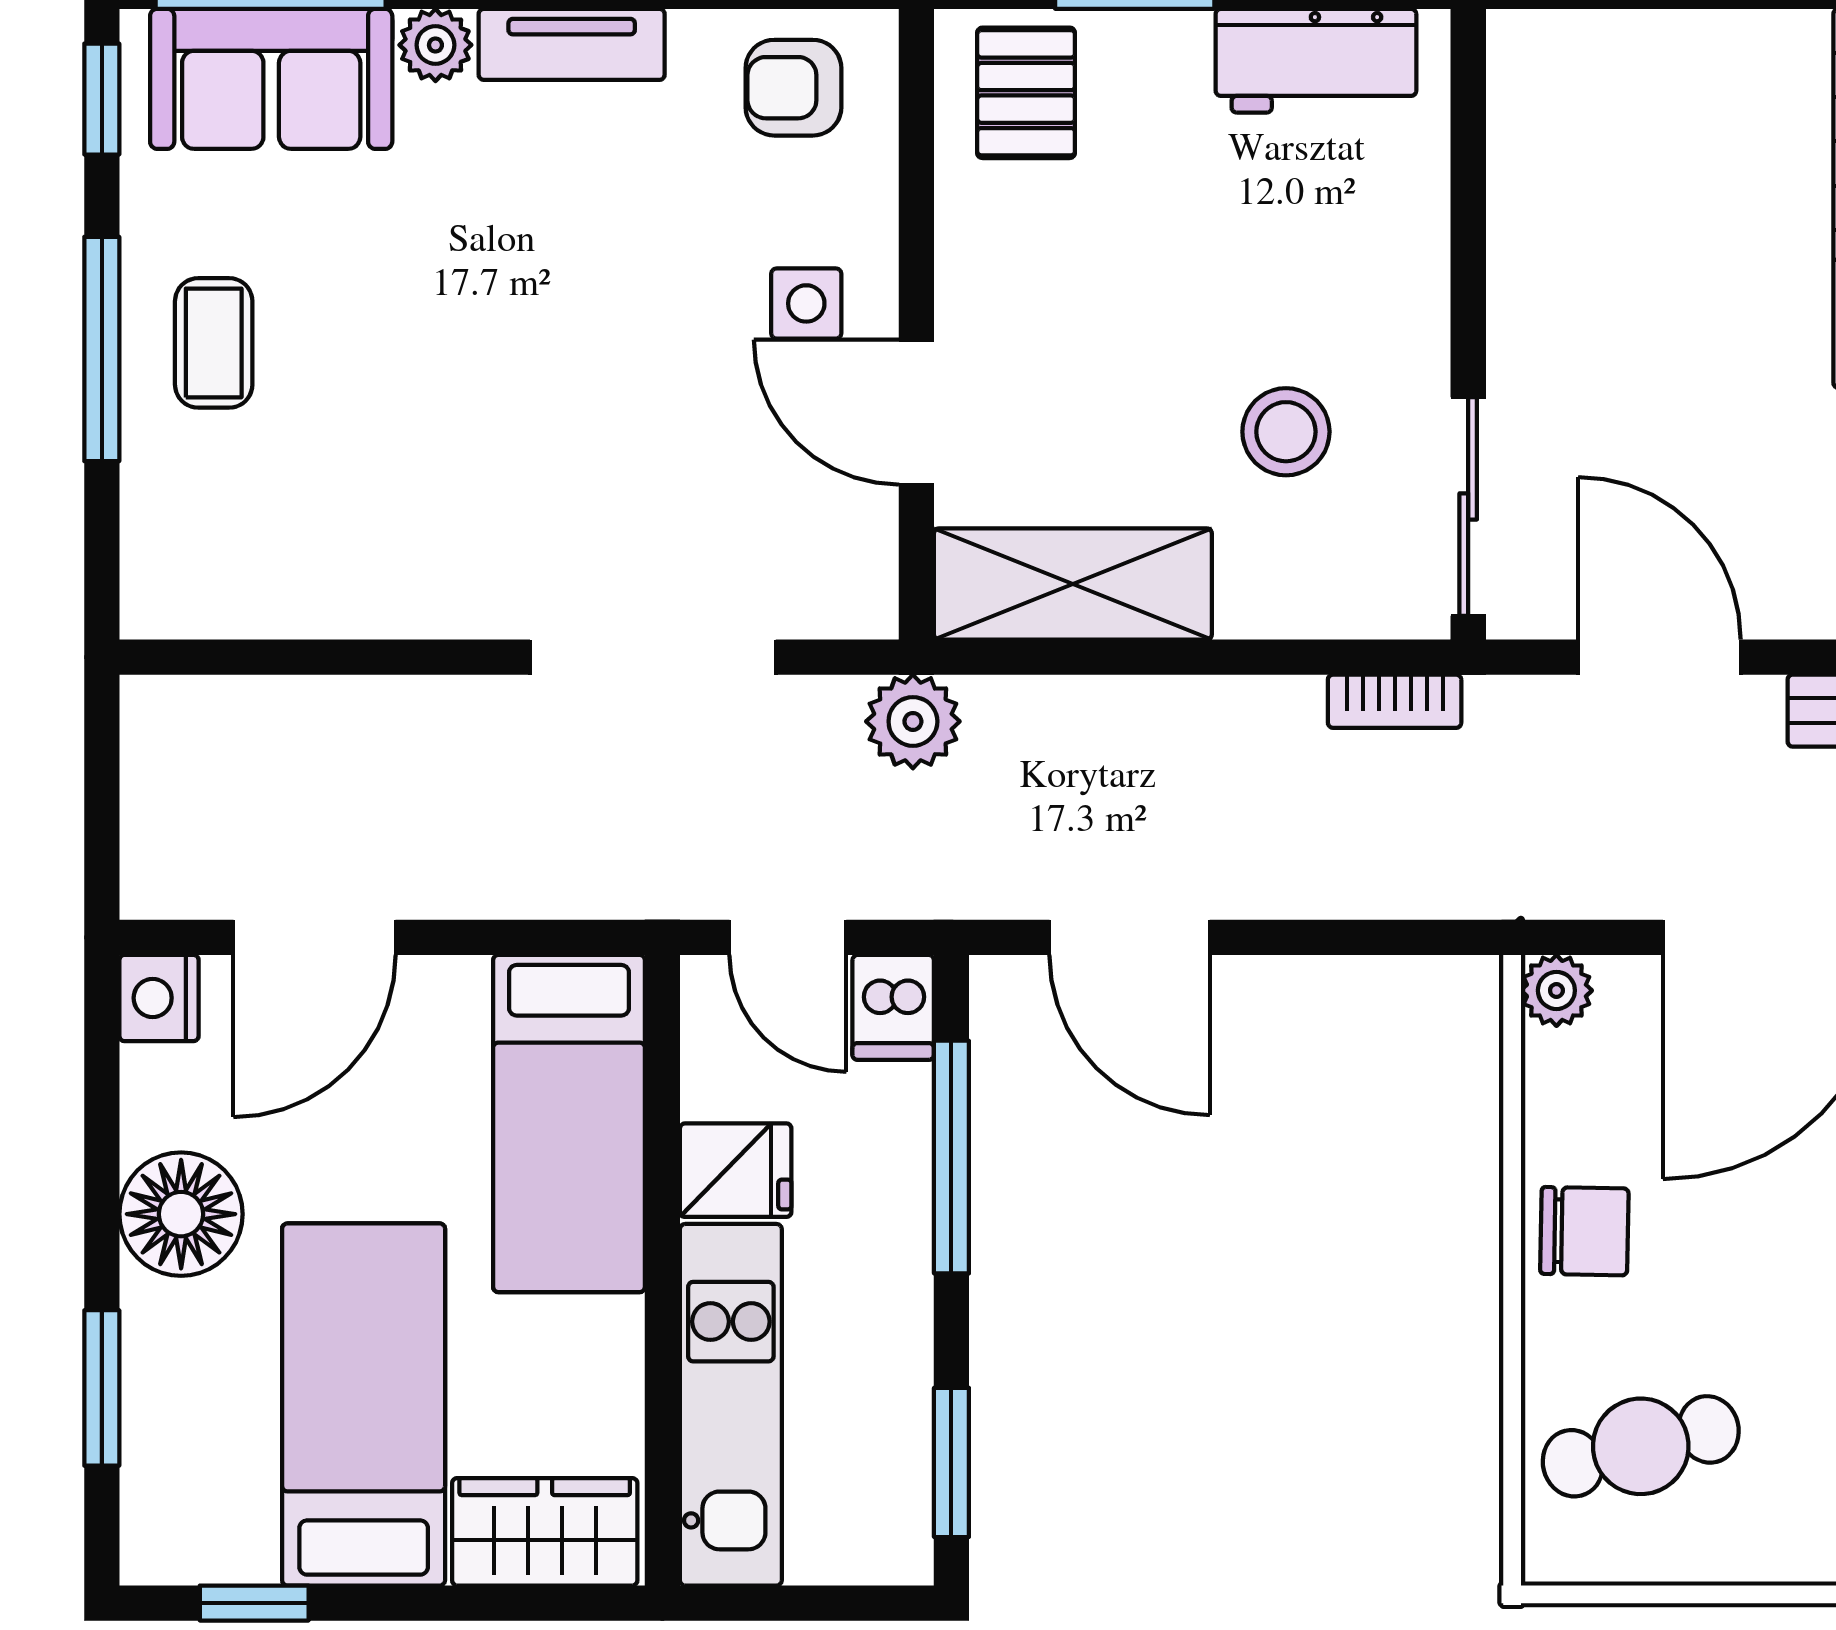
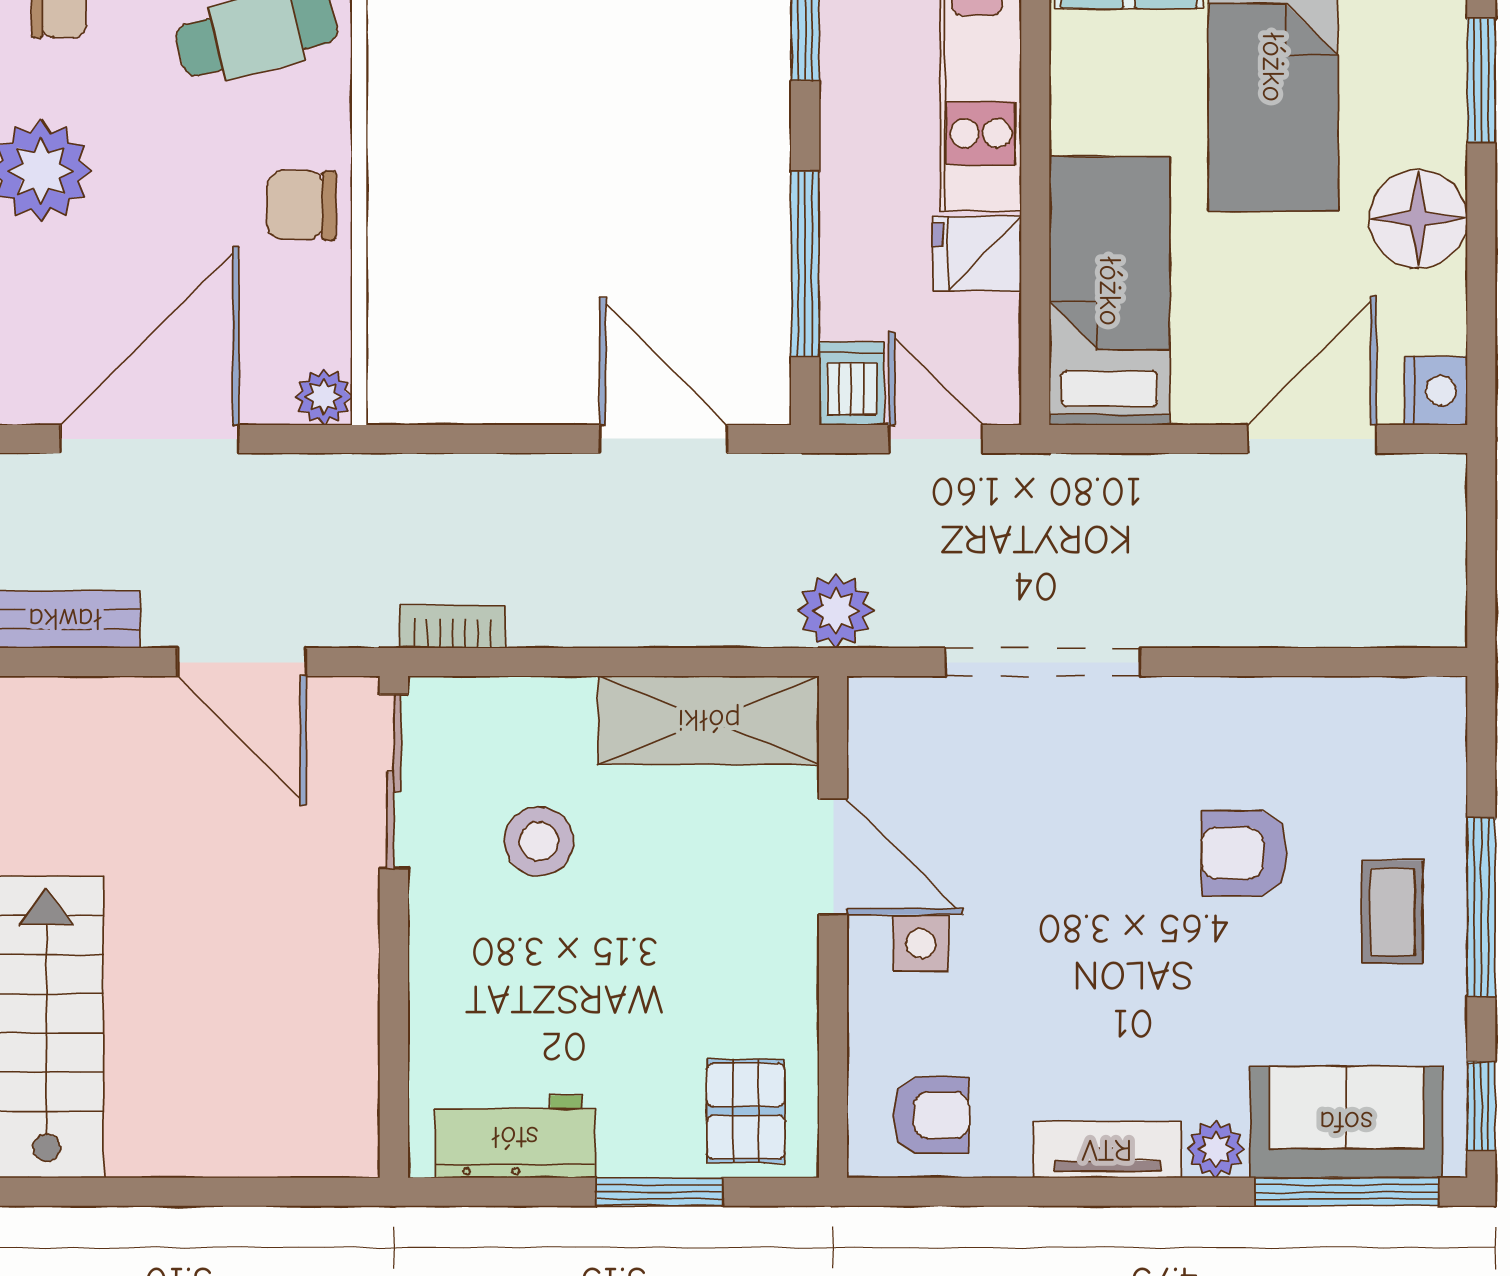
armchair: (400, 417) -> (1244, 853), added

